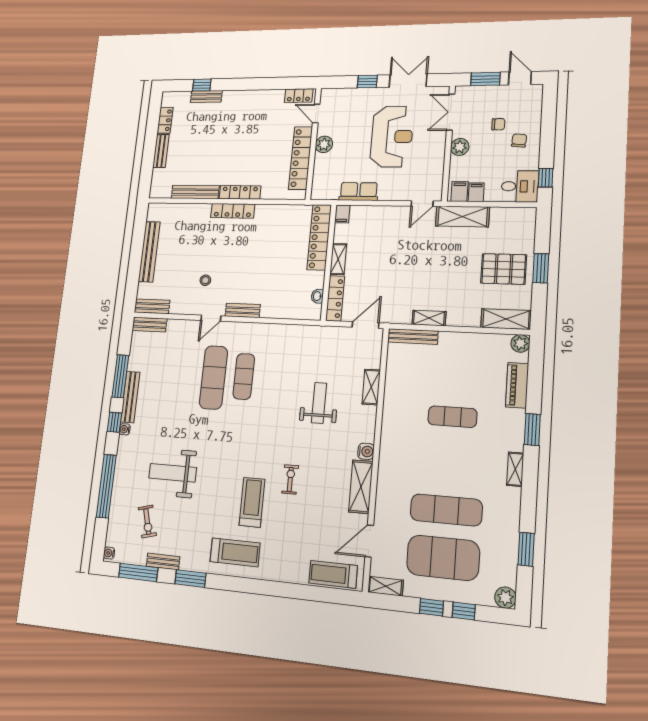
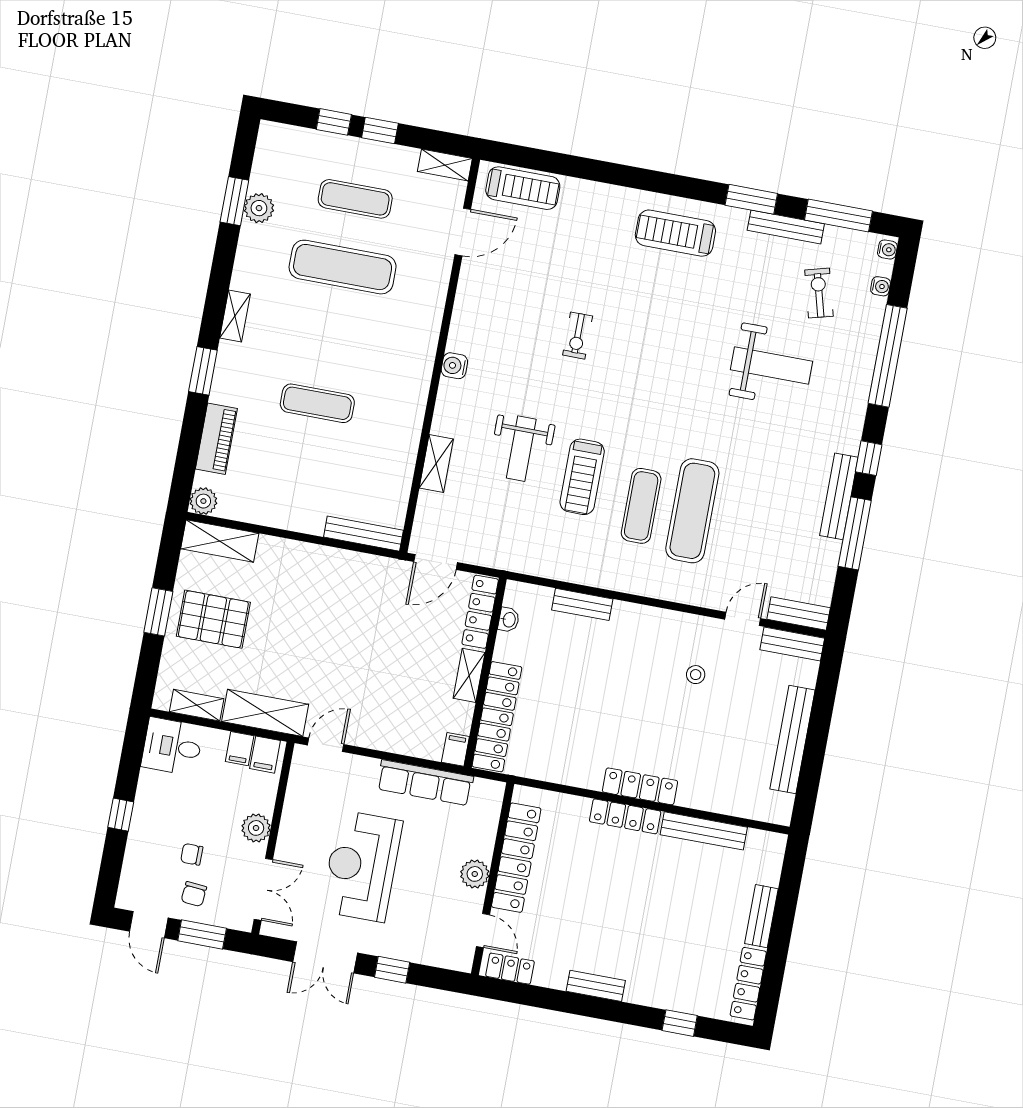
bench: (206, 97) -> (596, 986), moved
locker: (165, 120) -> (748, 984), width x1.53
chair: (519, 140) -> (194, 894), moved
window: (546, 178) -> (121, 815), moved
row of seats: (359, 191) -> (425, 783), width x1.48
bench: (243, 310) -> (582, 604), moved
door: (211, 318) -> (743, 619), moved
shelving: (429, 318) -> (197, 705), moved
water cooler: (125, 429) -> (881, 286), moved
shelving: (361, 487) -> (468, 313), removed
treadmill: (252, 502) -> (582, 477), moved
exercise mat: (443, 558) -> (355, 199), width x0.50, depth x0.69
bench: (163, 562) -> (786, 227), width x1.36
plant: (505, 598) -> (259, 208), moved

